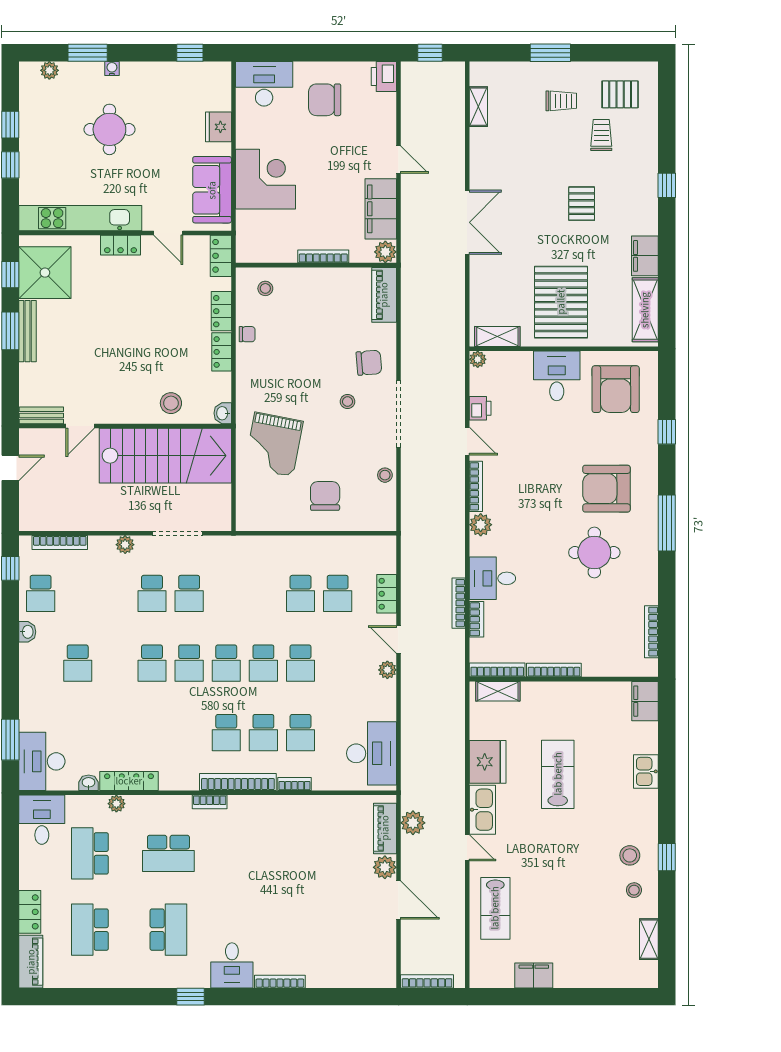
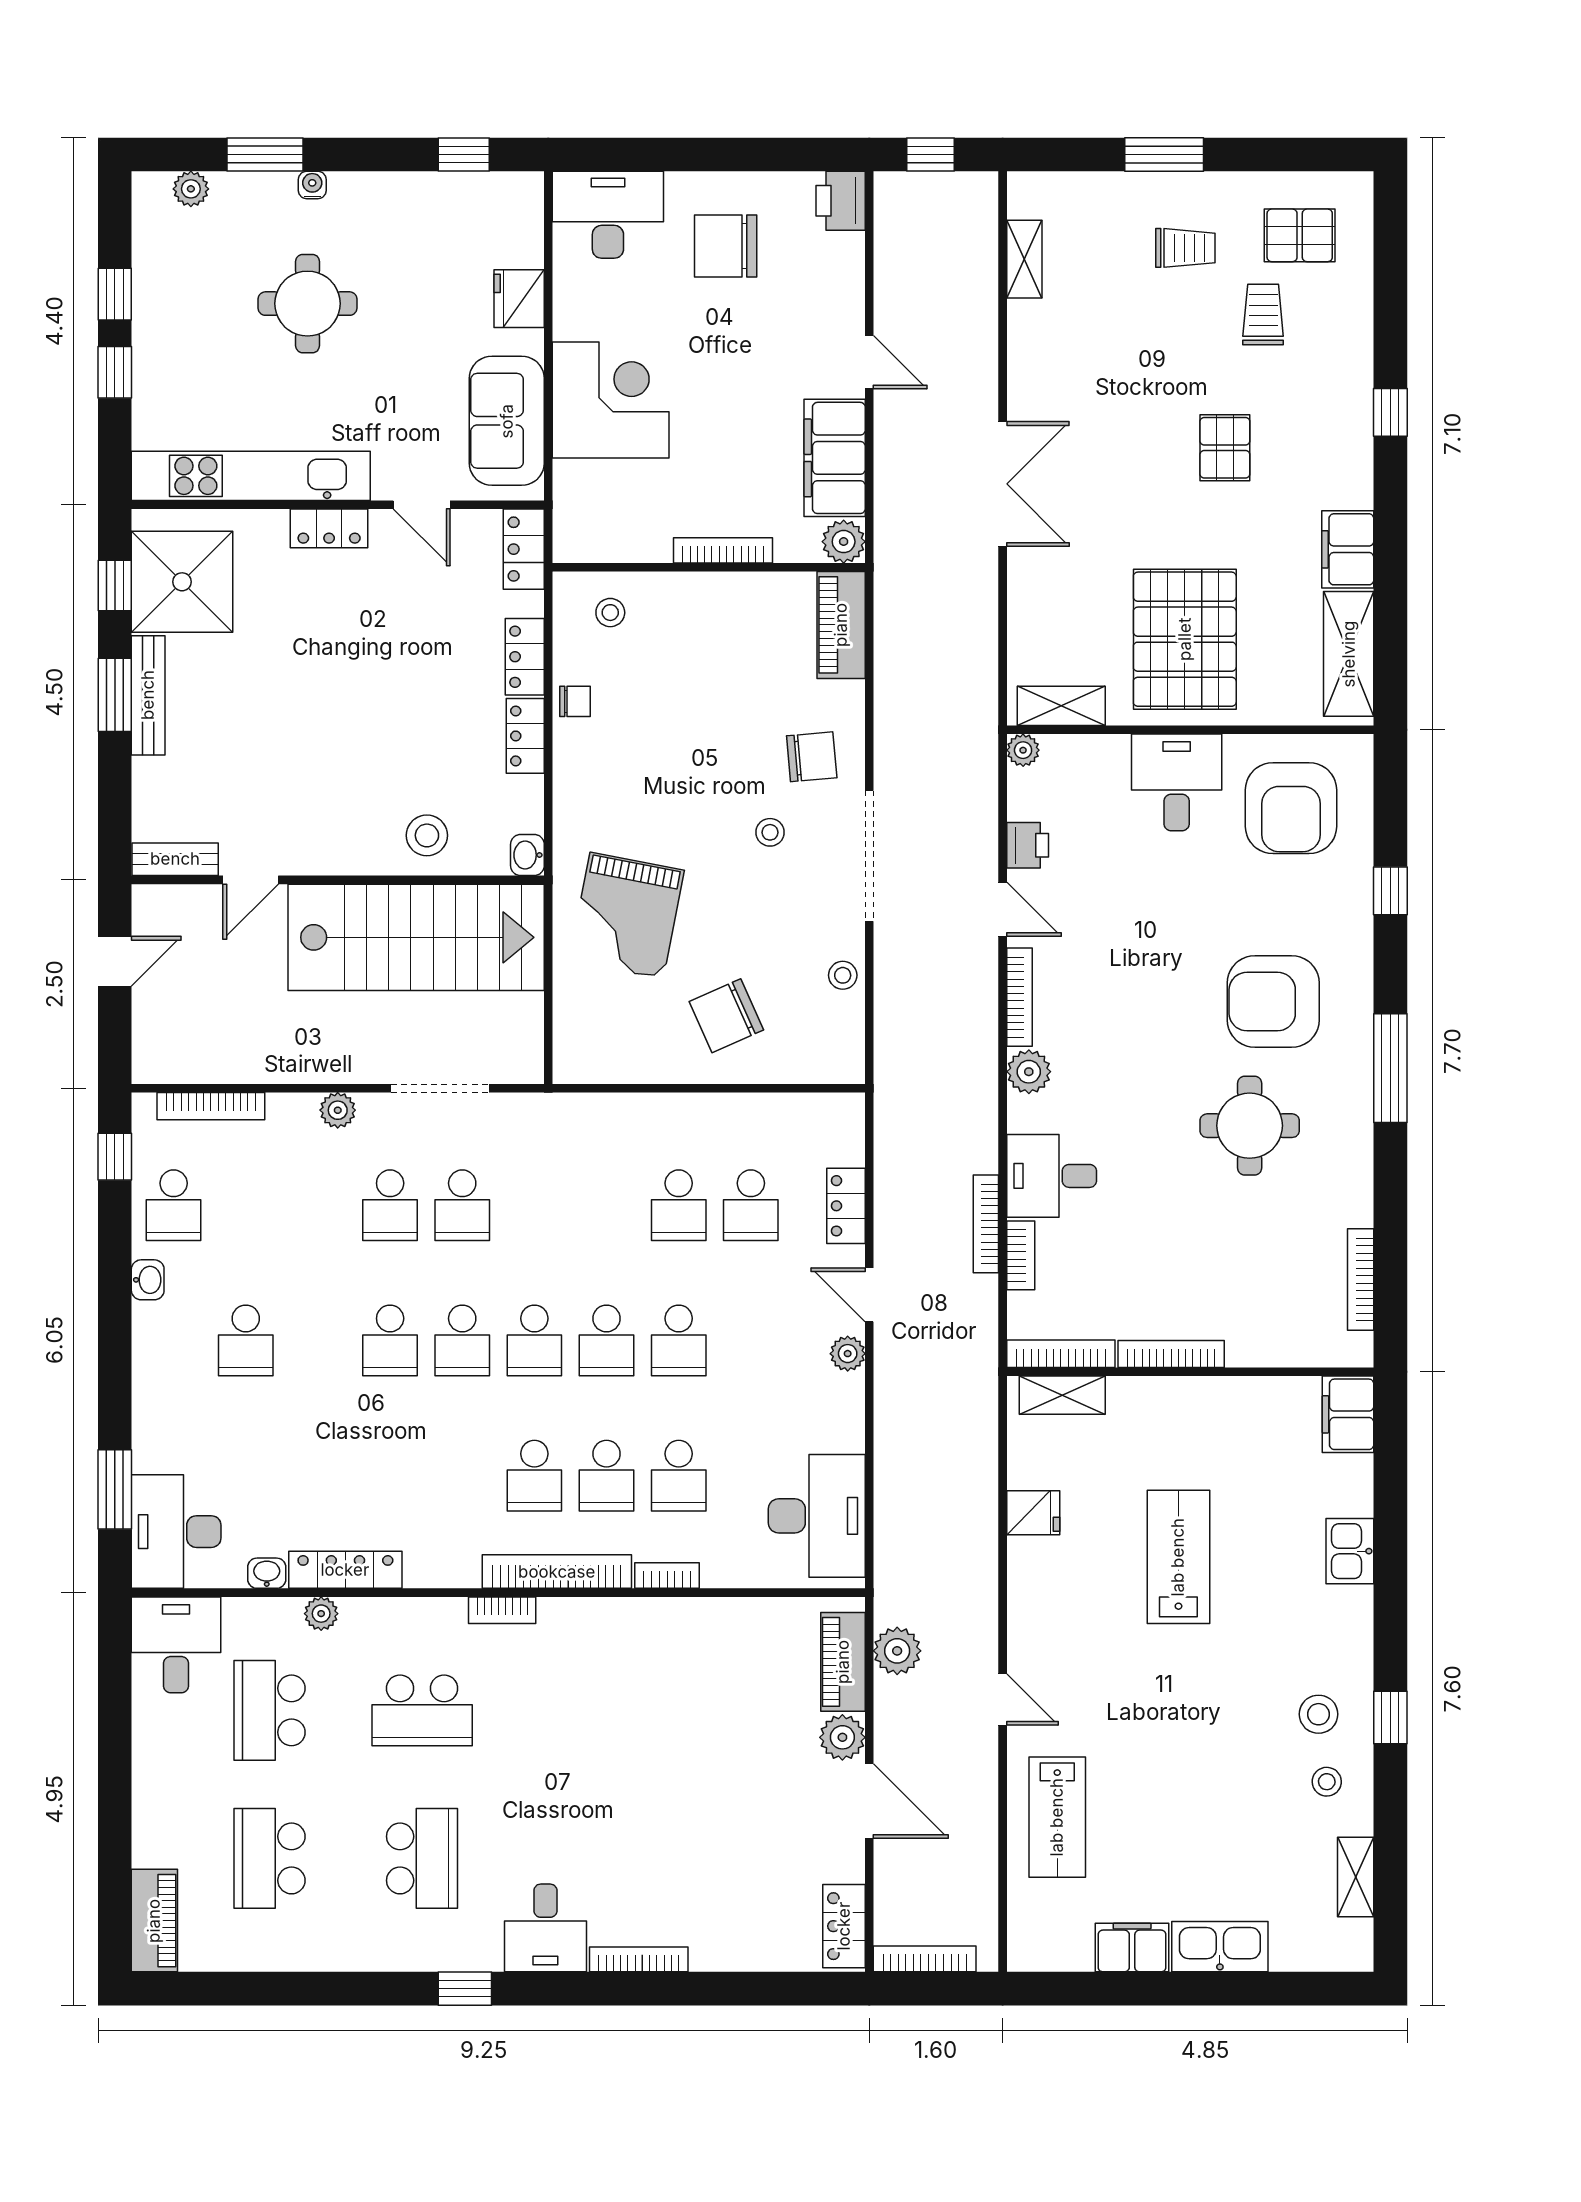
chair: (325, 496) -> (726, 1016), turned -114
fridge: (488, 762) -> (1033, 1513), width x0.53, depth x0.75
kitchen sink: (482, 810) -> (1220, 1947), moved, turned -90
locker: (30, 912) -> (844, 1926), moved, turned 180

